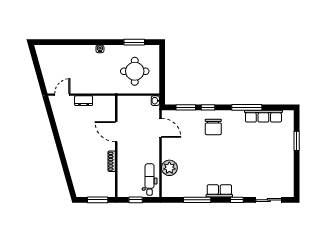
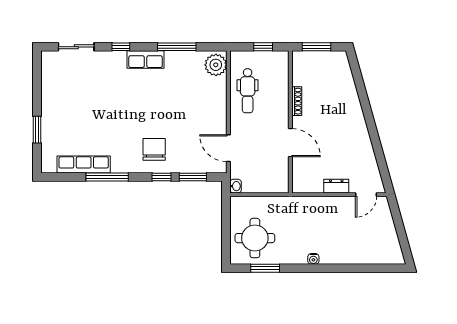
round table: (135, 71) -> (255, 238), moved
plant: (169, 168) -> (216, 65), moved
dental chair: (150, 179) -> (248, 91), moved

